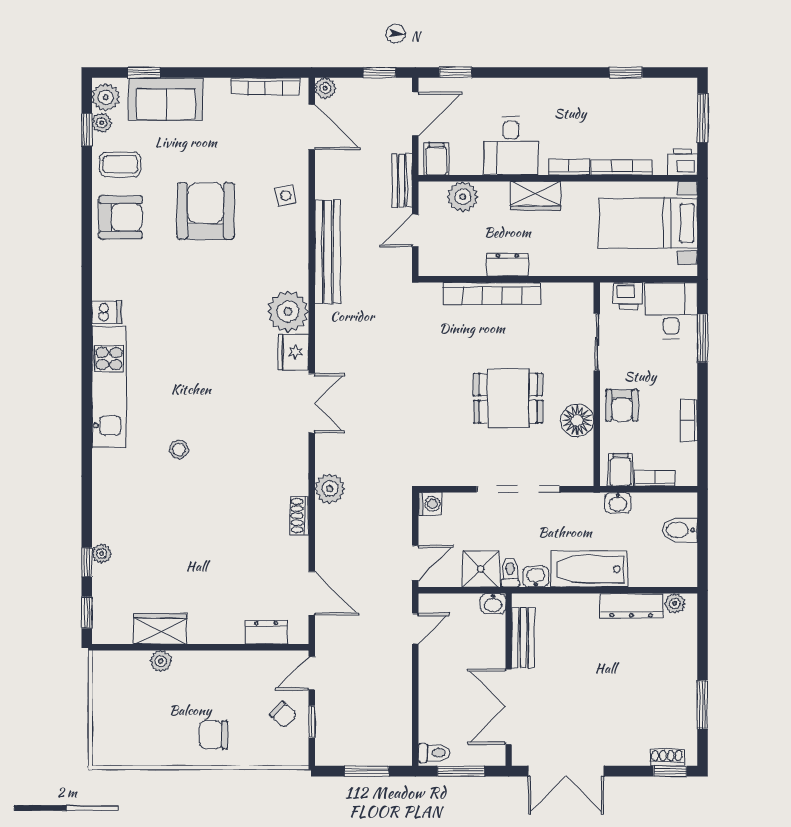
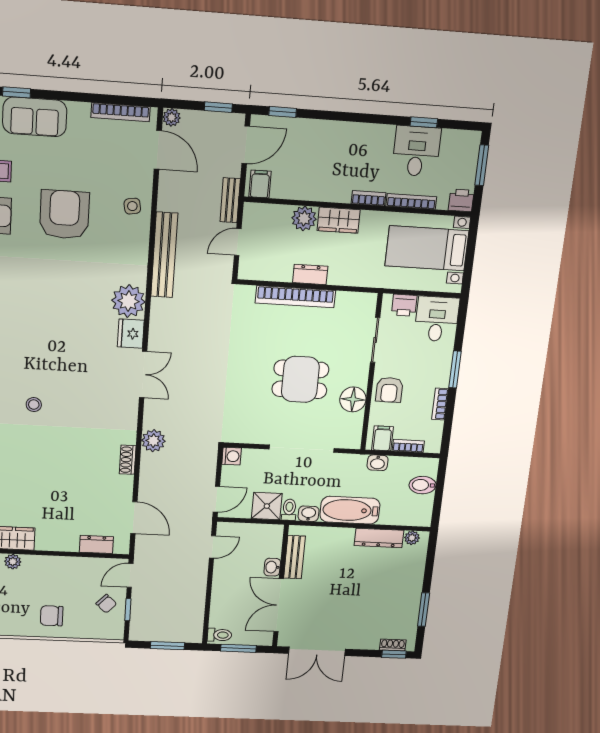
desk: (511, 146) -> (416, 151), moved, turned 180
plant: (463, 197) -> (304, 218), moved
window: (702, 338) -> (455, 370), moved
washbasin: (493, 604) -> (272, 567), moved, turned 90

